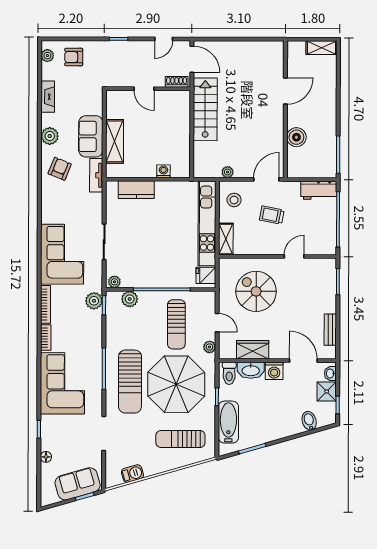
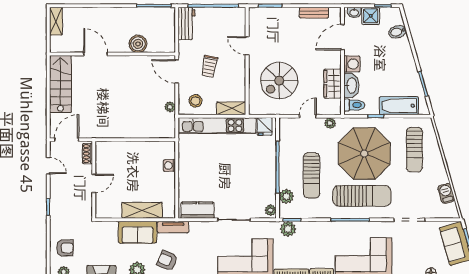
armchair: (74, 57) -> (65, 248), turned -90
stairs: (205, 109) -> (60, 84), moved, turned 90
kitchen counter: (136, 190) -> (198, 210), moved, turned -90
sun lounger: (176, 324) -> (311, 175), moved, turned 90

